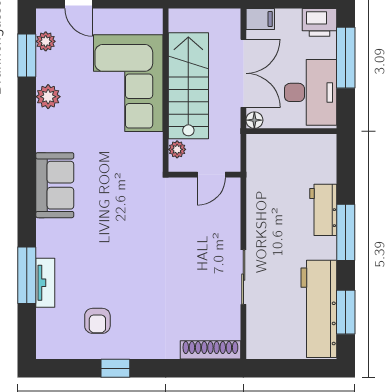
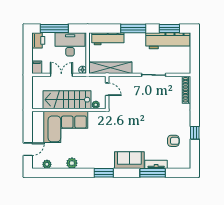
window: (27, 55) -> (104, 173), moved
double door: (243, 73) -> (61, 75), width x0.73
shelving: (259, 182) -> (110, 68), added
sofa: (55, 185) -> (129, 160), moved
workbench: (323, 210) -> (108, 39), moved, width x1.38

